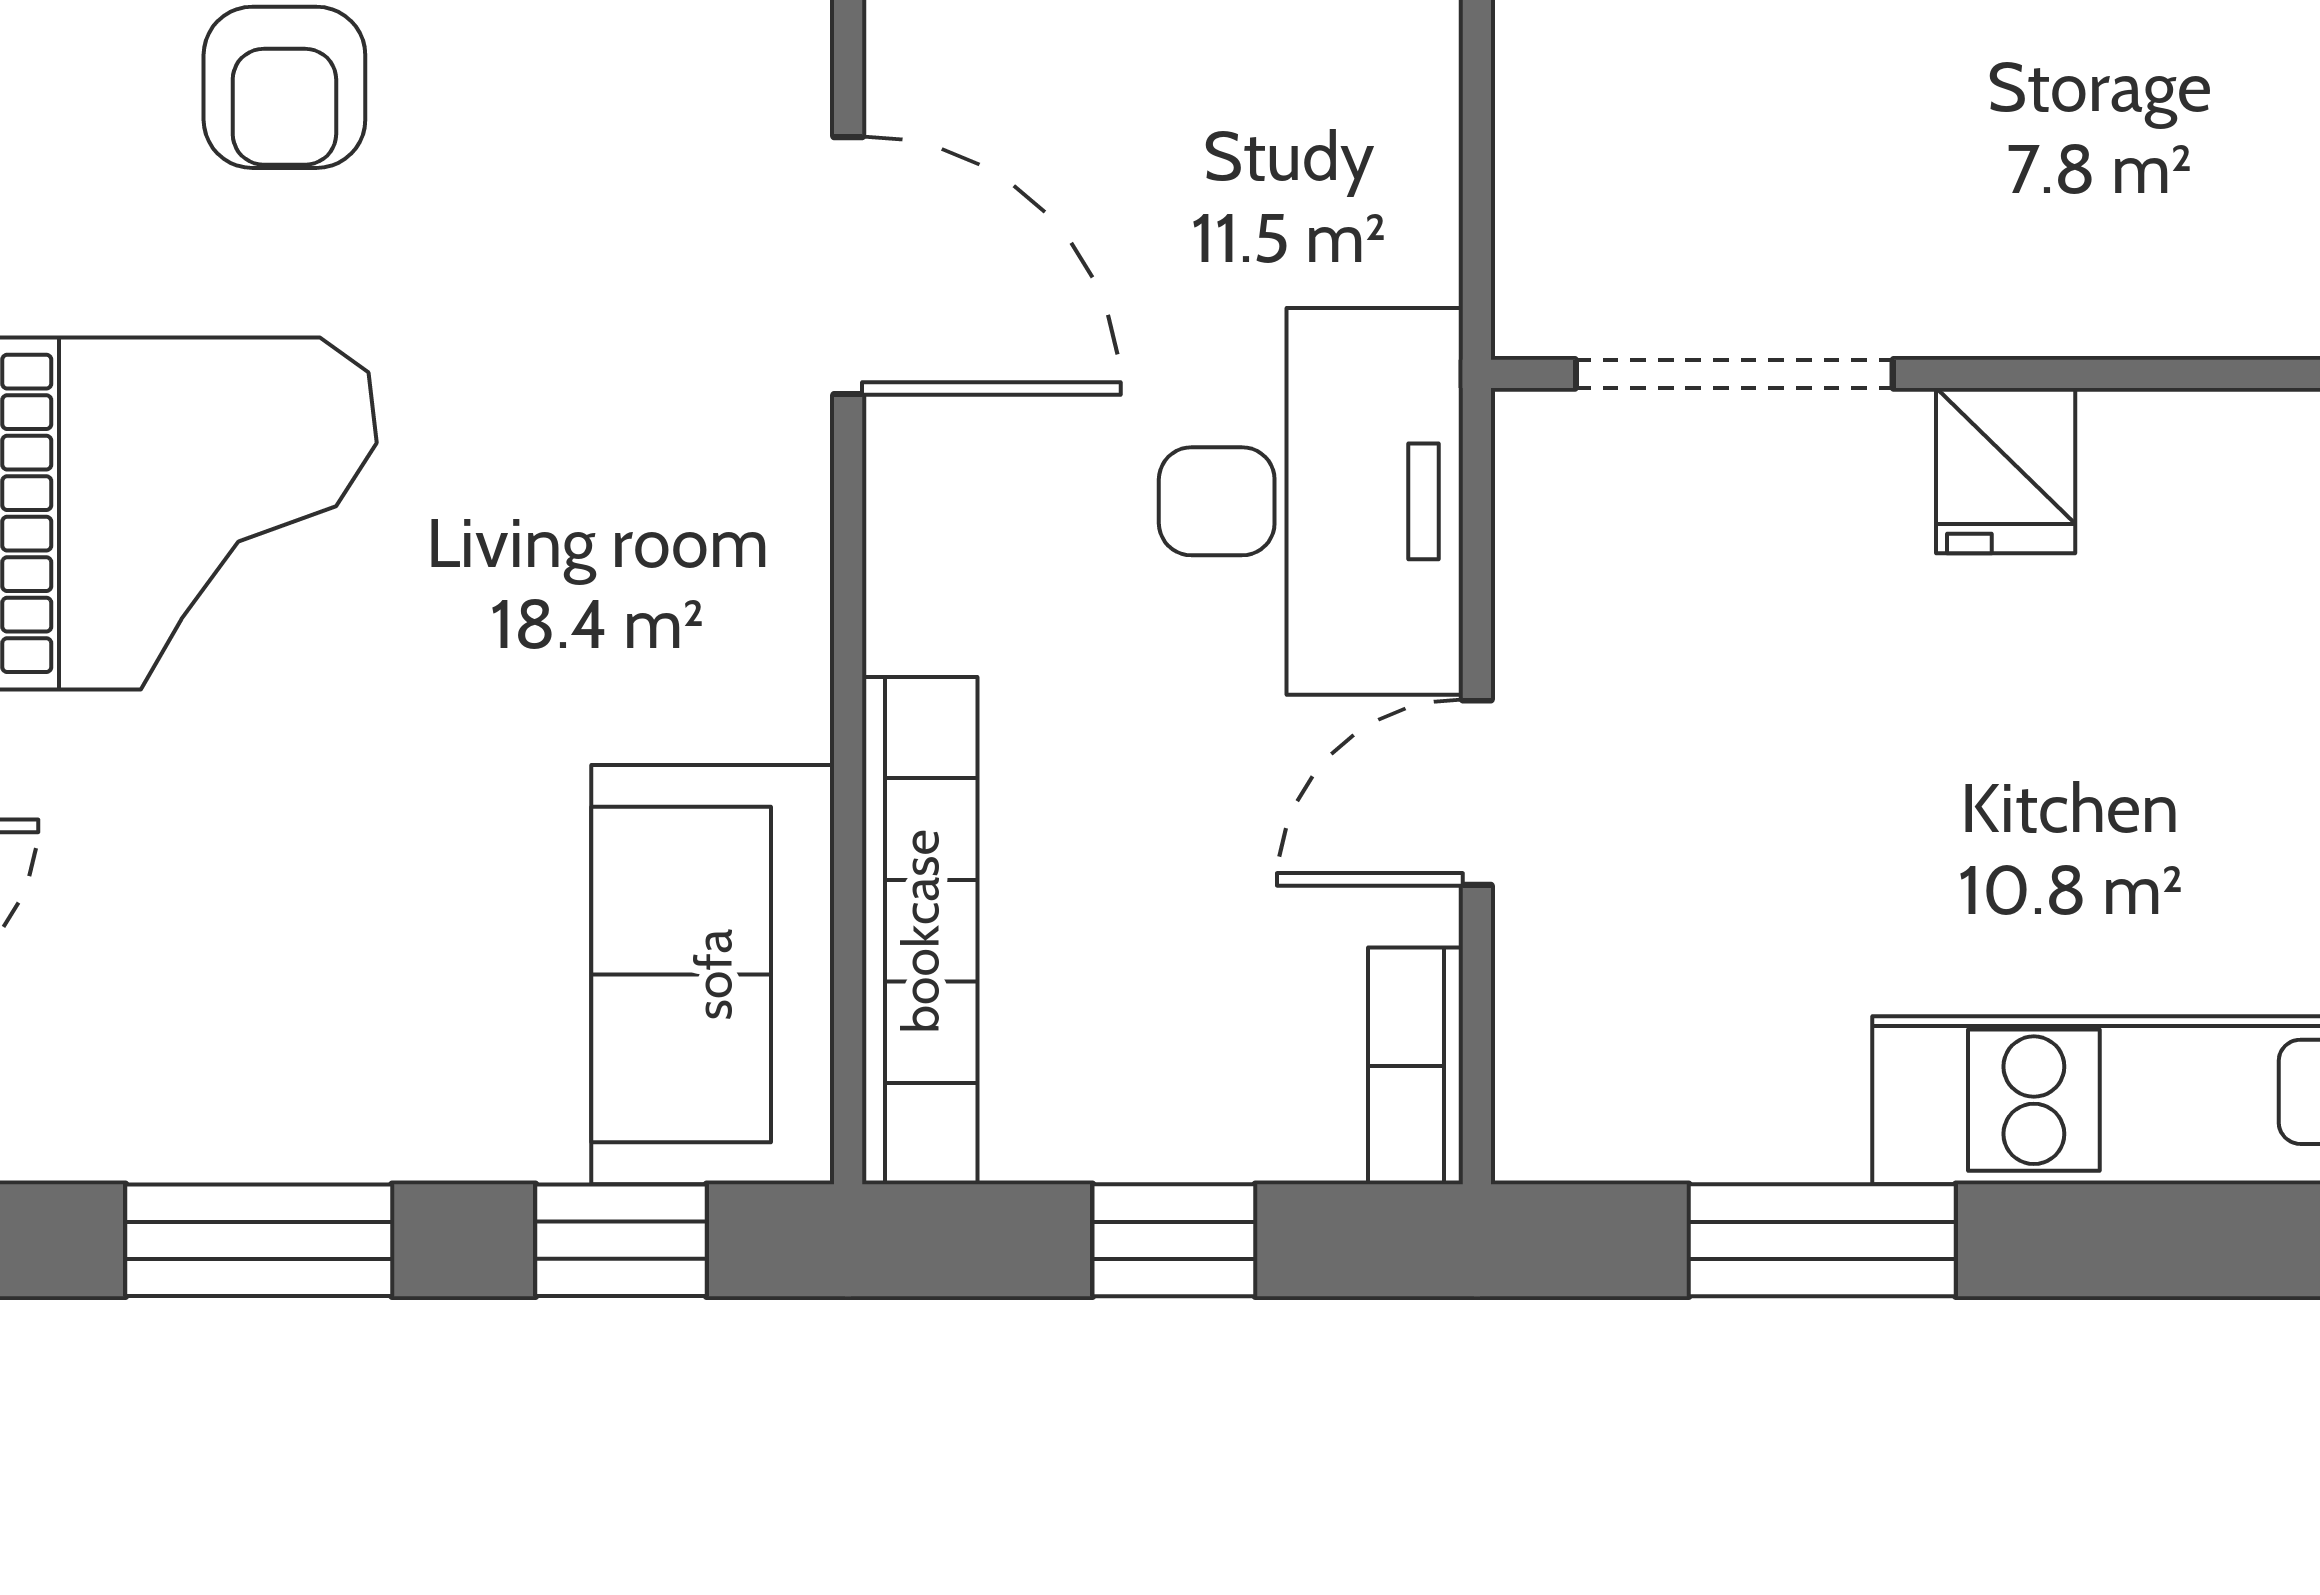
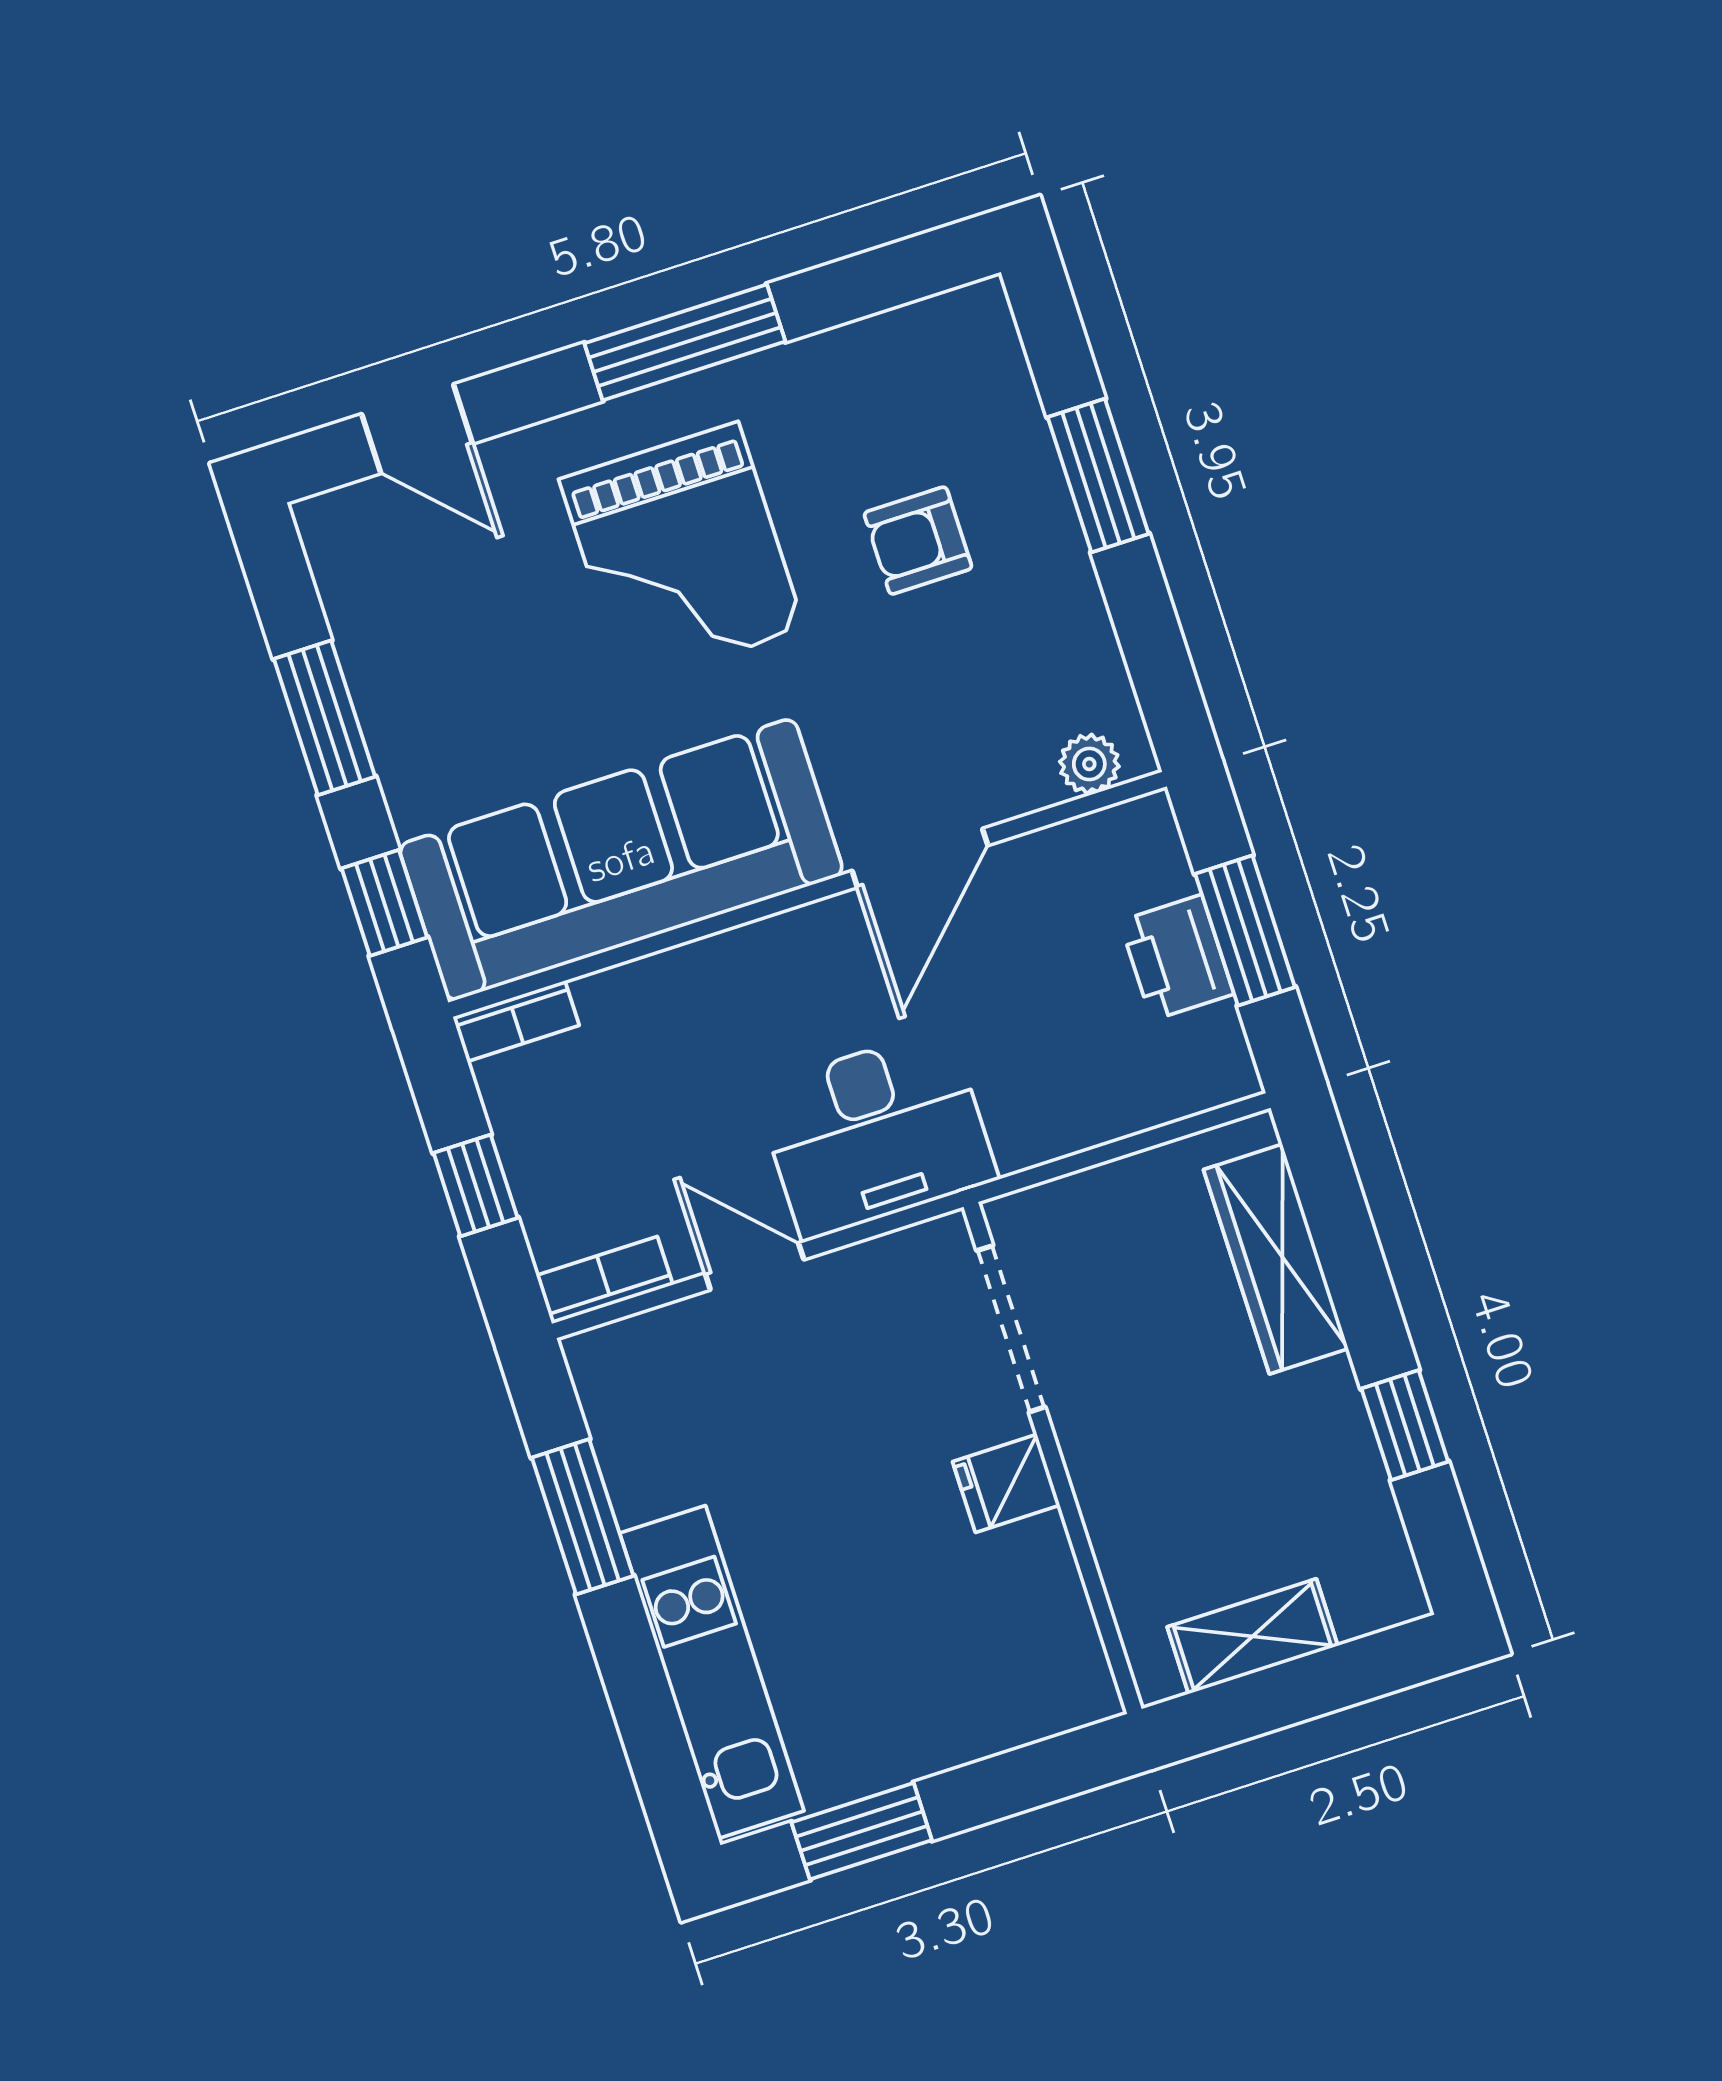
bookcase: (920, 931) -> (516, 1021), width x0.43, depth x0.76
sofa: (713, 975) -> (621, 860), width x1.85, depth x1.27

